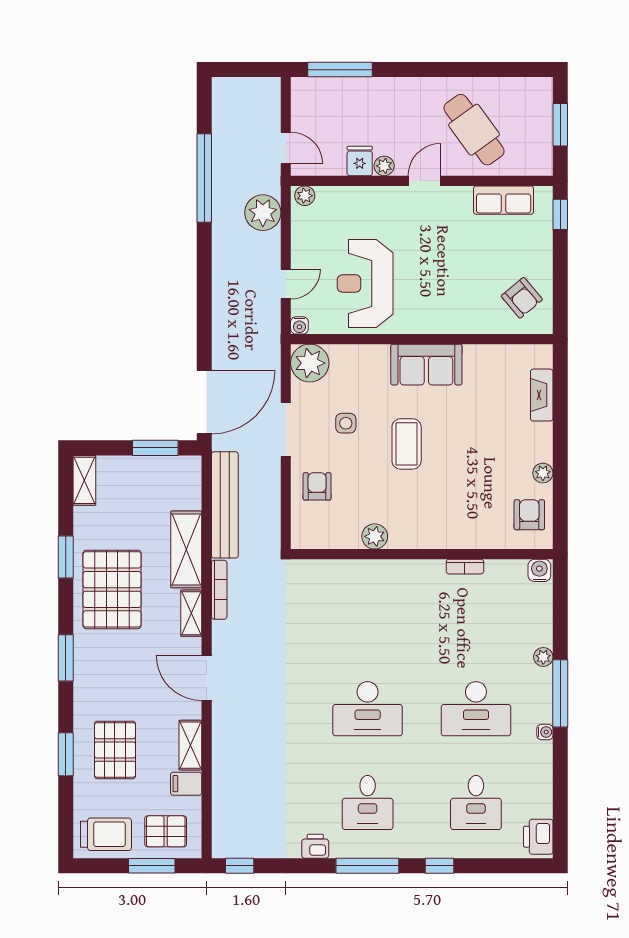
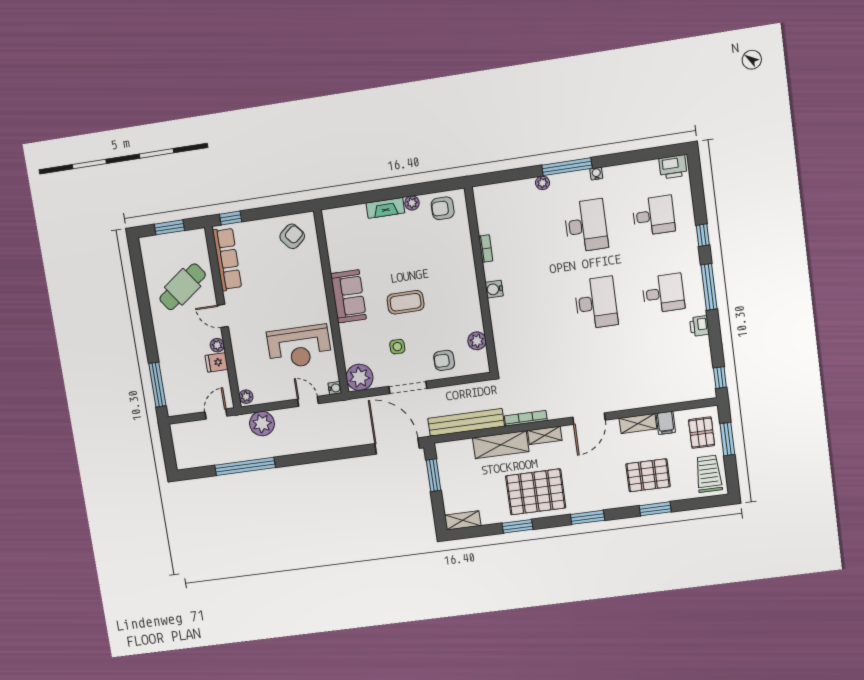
row of seats: (504, 200) -> (227, 259), width x1.48
fireplace: (542, 395) -> (385, 208), moved
plant: (375, 536) -> (477, 341), moved
water cooler: (539, 570) -> (494, 289), moved

